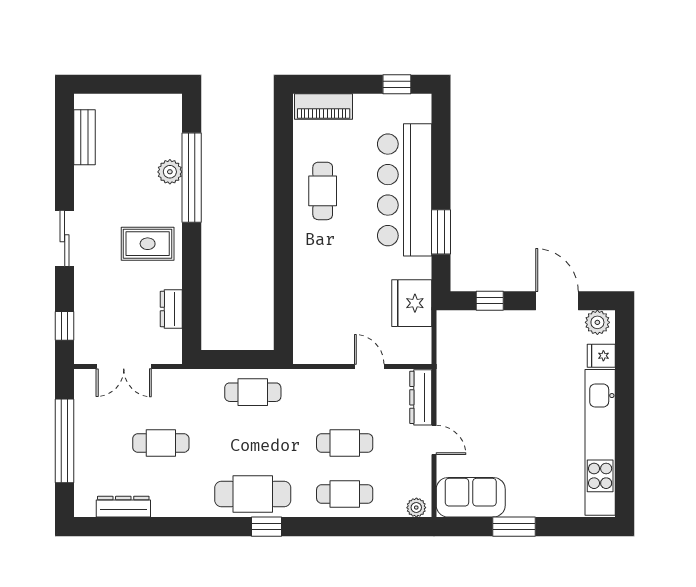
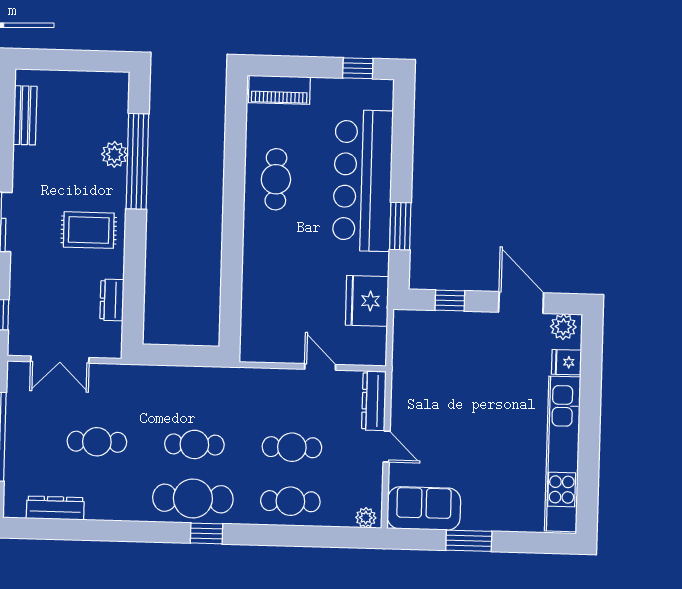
cafe table: (253, 392) -> (194, 444), moved

